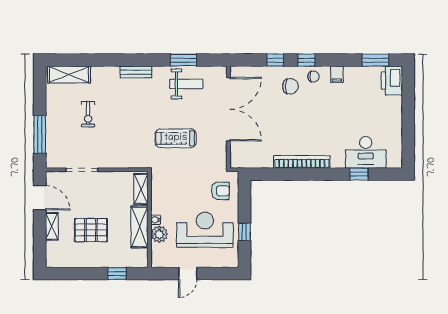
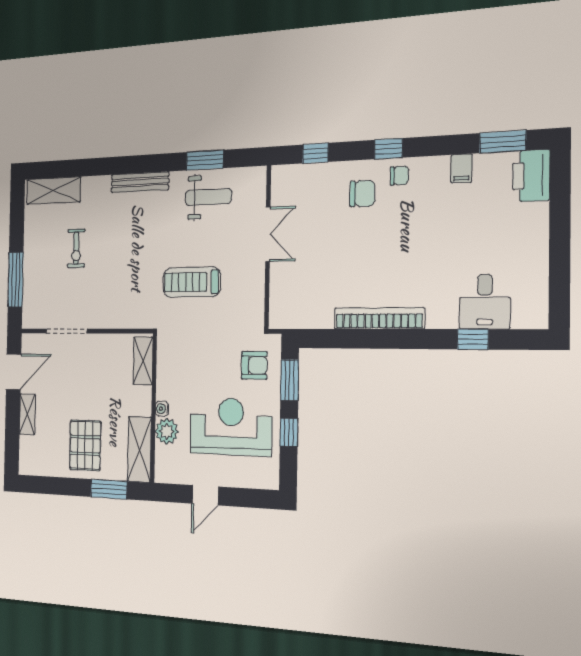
window: (275, 60) -> (315, 153), moved
bench: (136, 72) -> (140, 182), width x1.36
filing cabinet: (337, 74) -> (461, 168), moved
double door: (228, 109) -> (268, 234), width x0.54
desk: (366, 152) -> (485, 302), width x0.73
door: (40, 198) -> (14, 372), hinge flipped
window: (244, 200) -> (290, 380), added
shelving: (139, 227) -> (139, 449), moved
pallet: (91, 230) -> (85, 445), moved, turned 90
window: (117, 274) -> (109, 489), width x1.50

